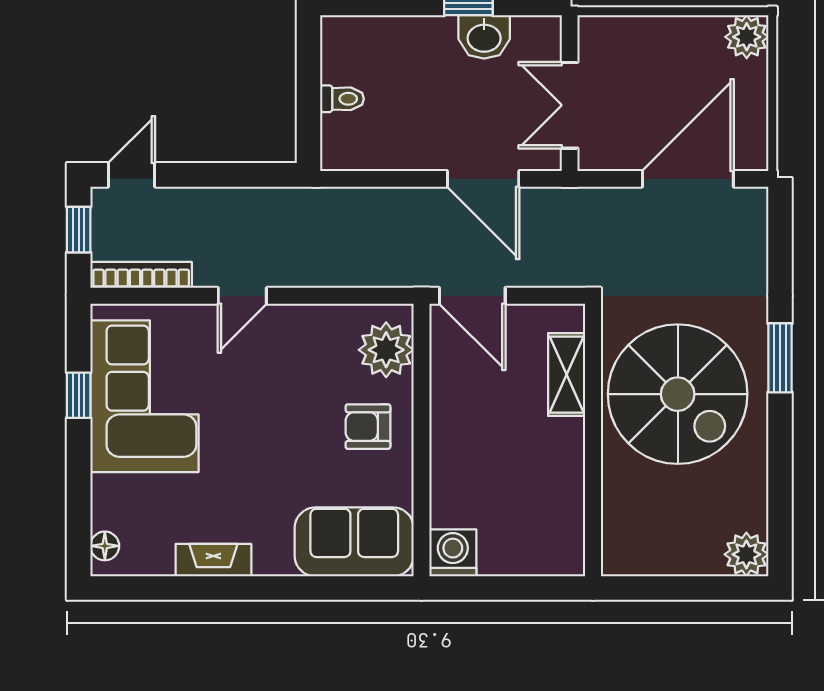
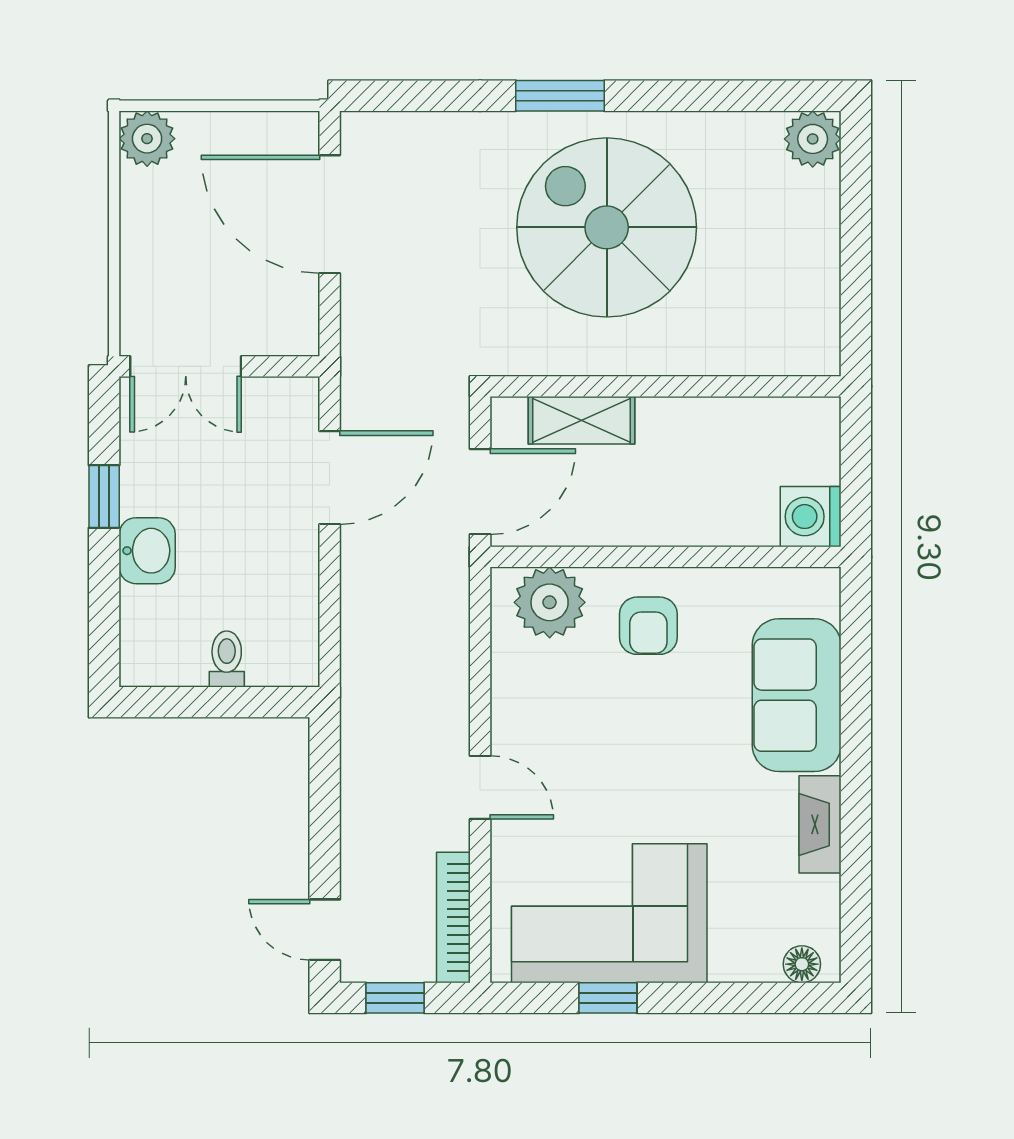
washbasin: (484, 37) -> (147, 551), moved
double door: (570, 105) -> (186, 366), moved
shelving: (567, 375) -> (581, 420), moved
spiral stairs: (678, 394) -> (607, 227), turned -90
wall: (593, 440) -> (665, 386), moved
sofa: (354, 542) -> (797, 695), moved

